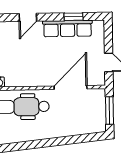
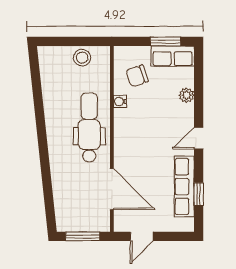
door: (28, 17) -> (199, 138), hinge flipped

